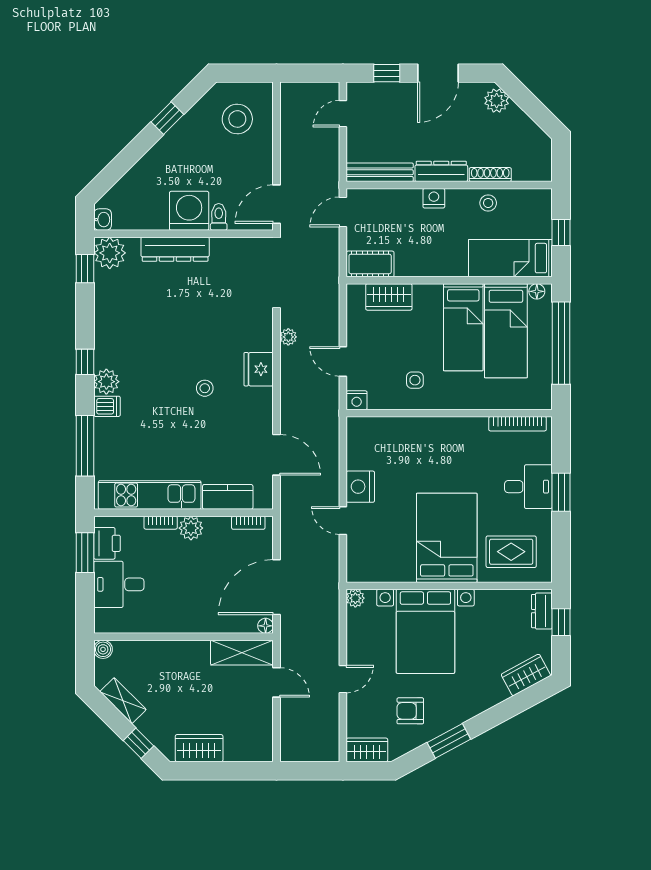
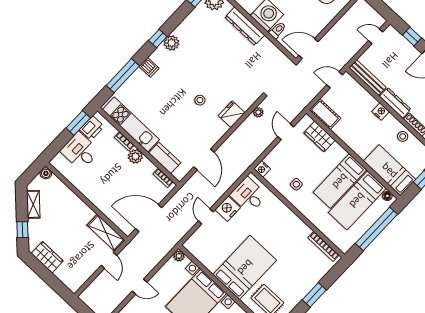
door: (343, 361) -> (286, 132), moved
plant: (106, 382) -> (172, 43), moved
desk: (528, 487) -> (248, 195), moved, turned 180
floor lamp: (266, 626) -> (128, 231), removed

